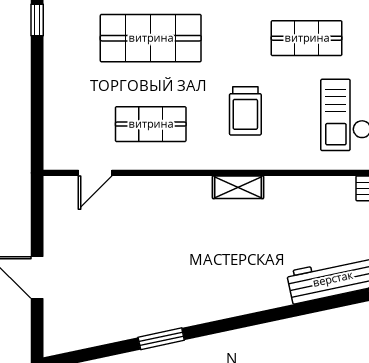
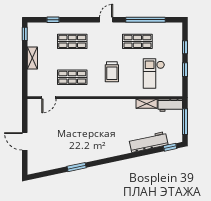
shop shelf: (151, 38) -> (72, 41), width x0.70, depth x0.74
shelving: (55, 78) -> (32, 58), added
shelving: (238, 187) -> (147, 104), moved

